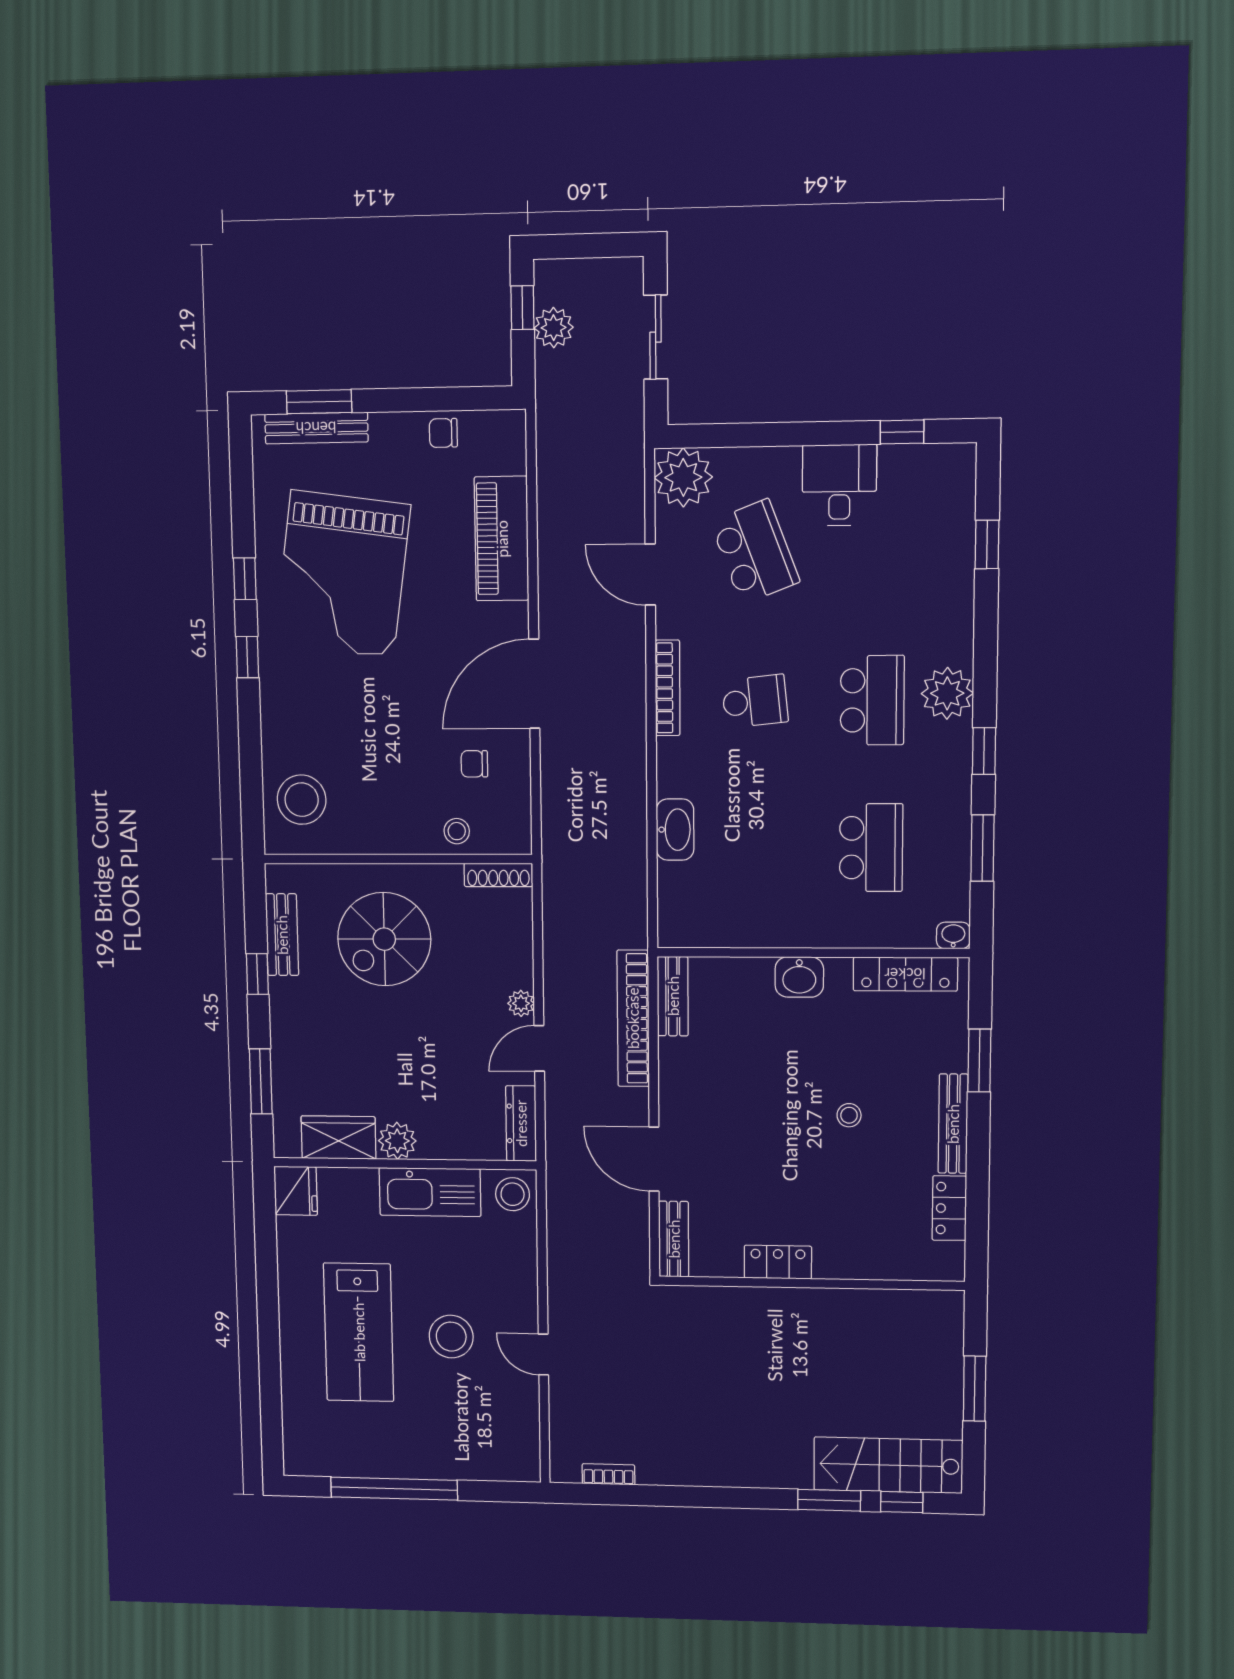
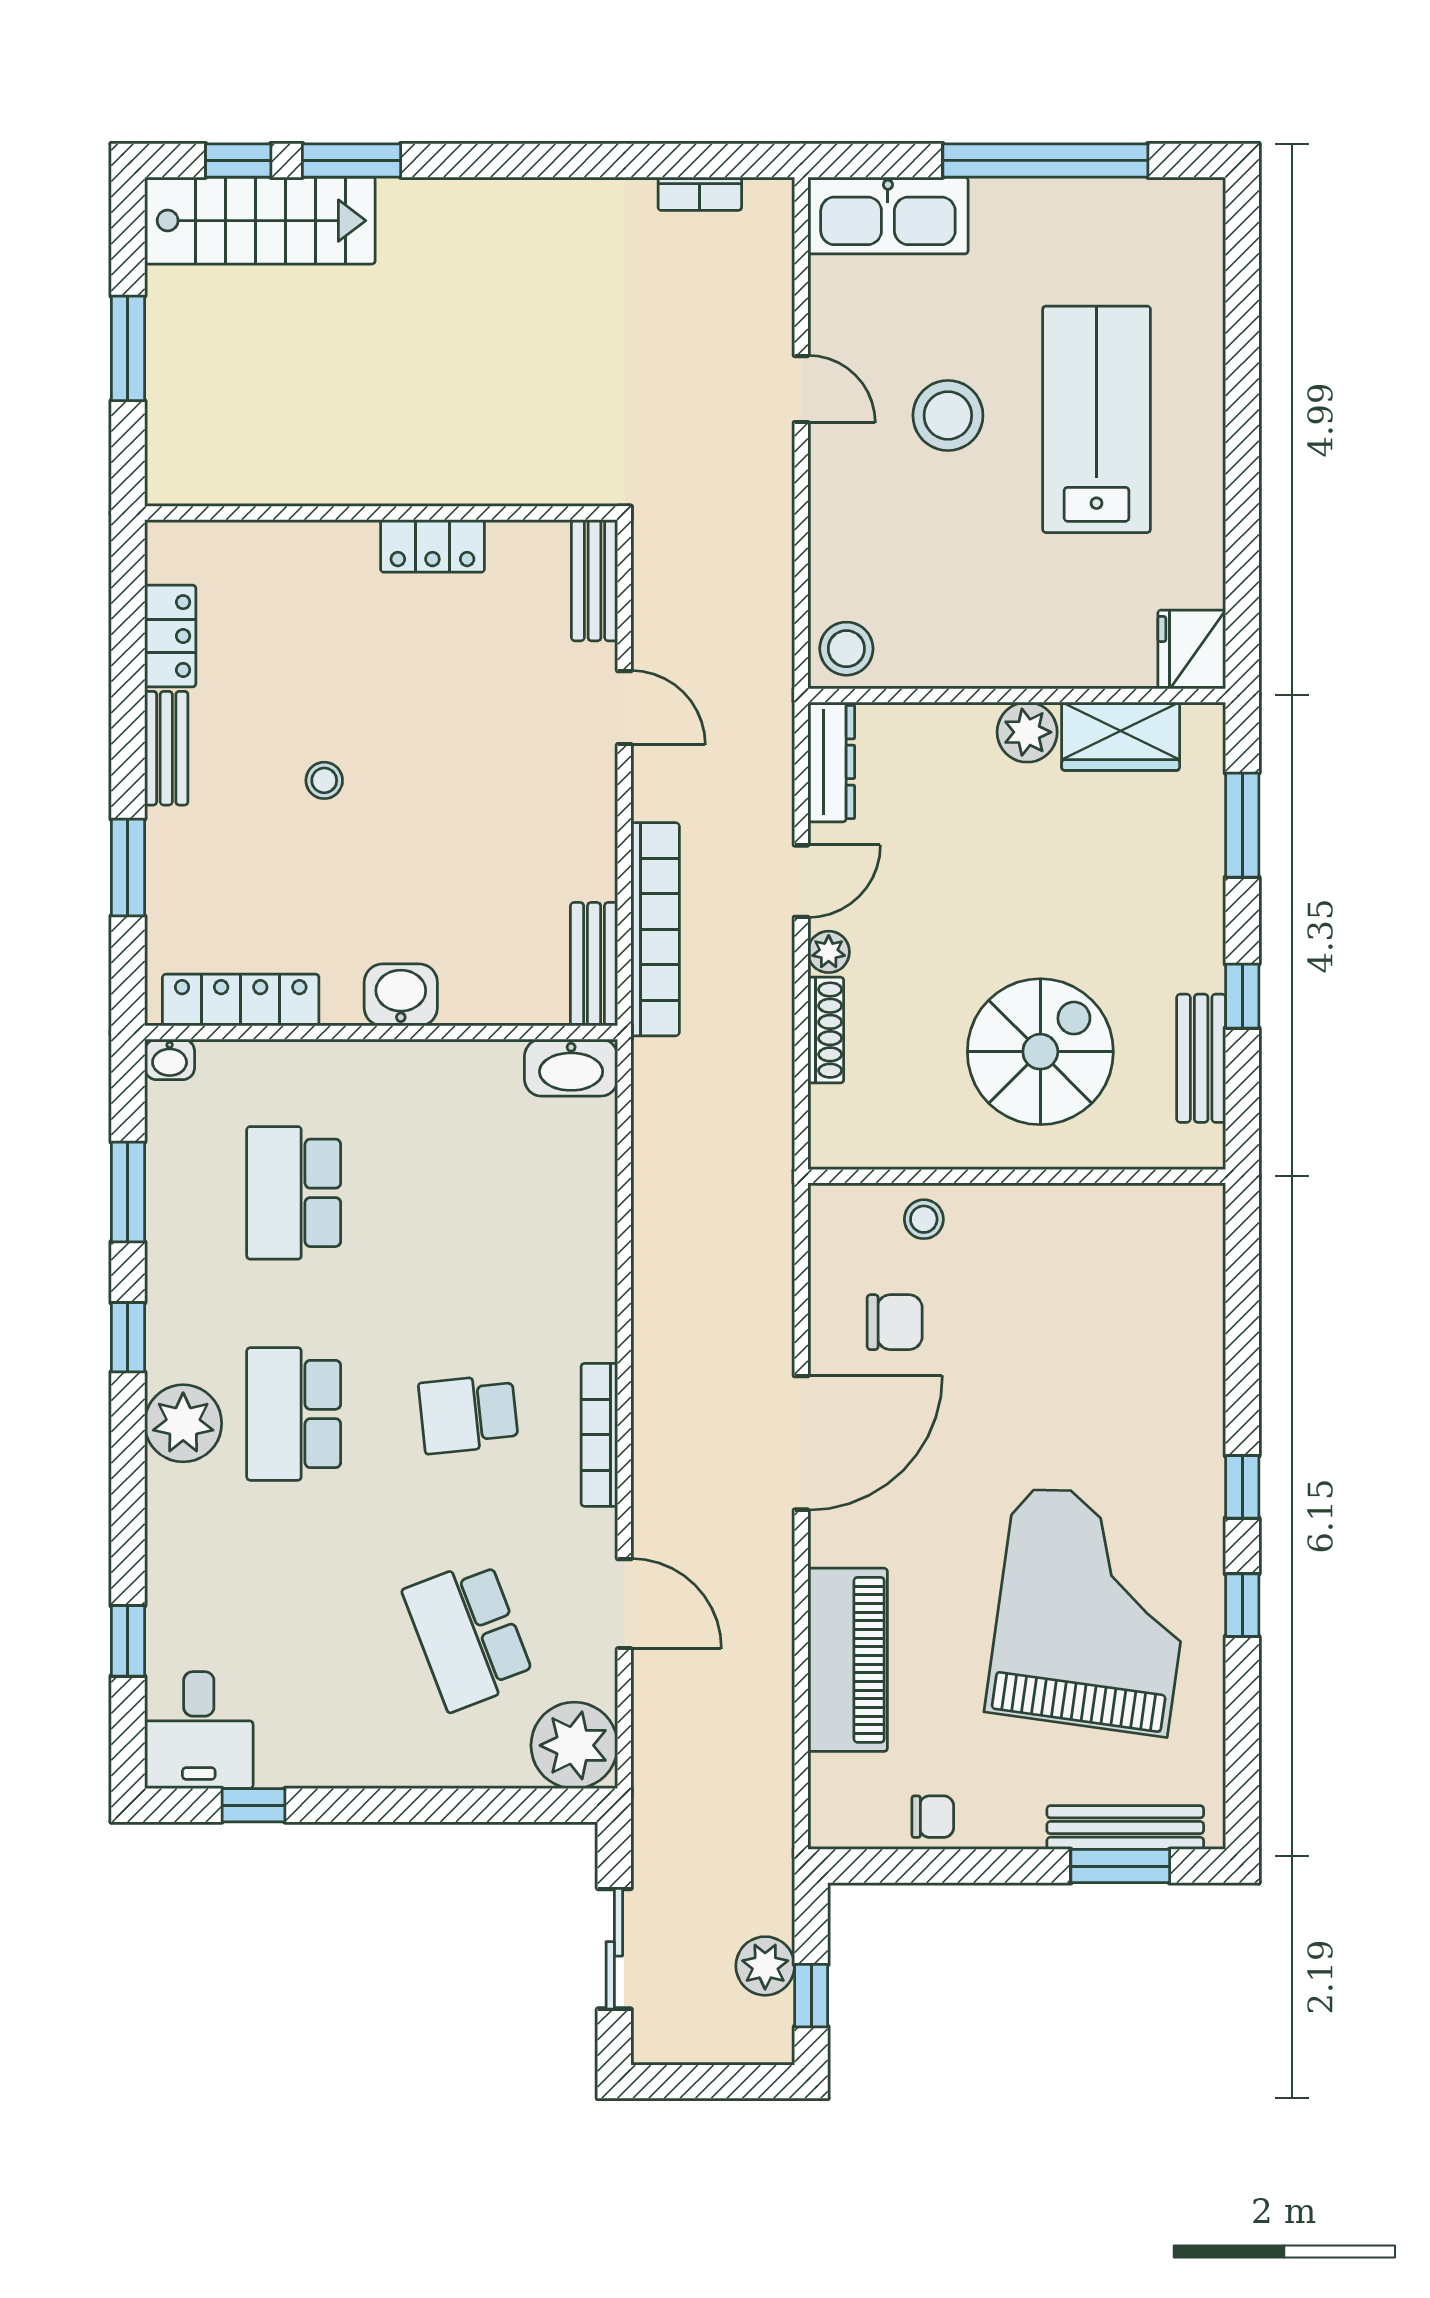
desk: (839, 485) -> (199, 1730), moved
chair: (474, 764) -> (895, 1322), width x1.37, depth x1.37
stool: (302, 800) -> (1164, 1268), removed
washbasin: (675, 830) -> (571, 1068), moved, turned -90
shoe rack: (498, 875) -> (826, 1030), moved, turned 90
bench: (953, 1124) -> (166, 748), width x0.73
door: (654, 1159) -> (624, 708), width x0.73
kitchen sink: (430, 1192) -> (888, 215), moved, turned 180

